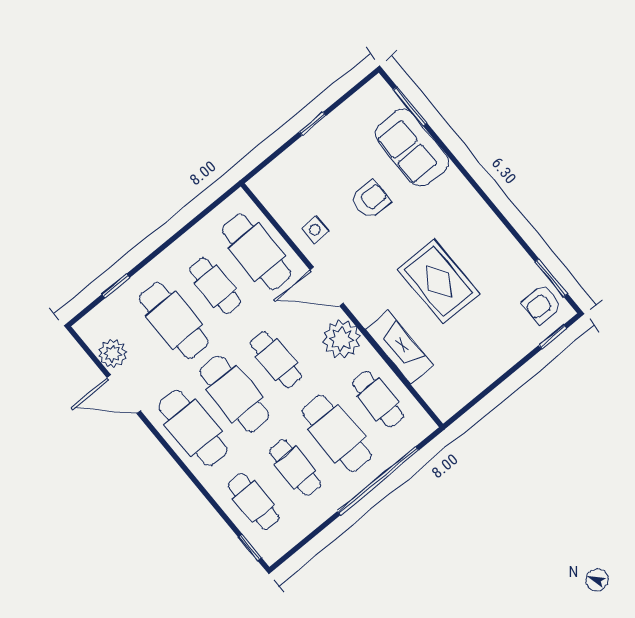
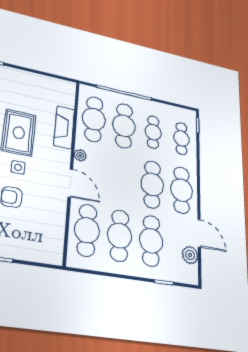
side table: (315, 230) -> (18, 167), moved
cafe table: (215, 286) -> (120, 236), width x1.37, depth x1.35
plant: (342, 339) -> (80, 155), width x0.53, depth x0.53
cafe table: (276, 360) -> (122, 179), removed
cafe table: (378, 399) -> (94, 119), width x1.37, depth x1.35

